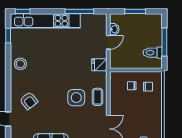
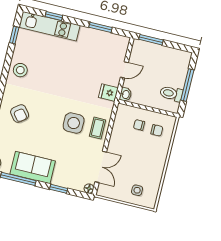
window: (23, 11) -> (54, 16), moved
window: (79, 11) -> (101, 27), width x0.69
window: (135, 11) -> (151, 40), moved
kitchen unit: (45, 21) -> (49, 26), width x0.73
washbasin: (114, 29) -> (125, 94), moved

